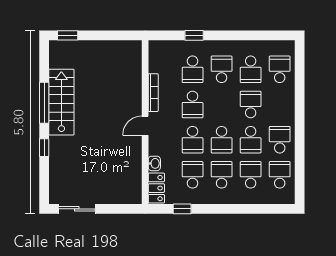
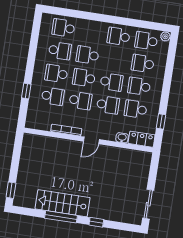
door: (145, 126) -> (91, 140), hinge flipped
school desk: (251, 140) -> (84, 78), moved, turned 180
plant: (289, 198) -> (165, 36), added

